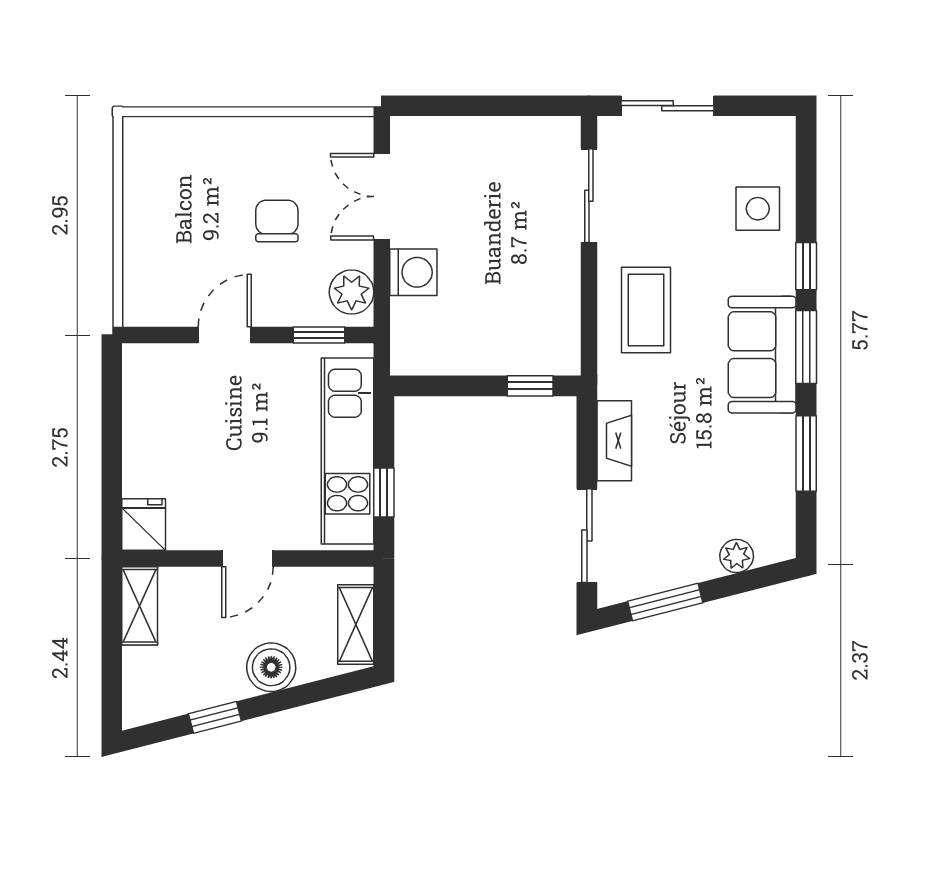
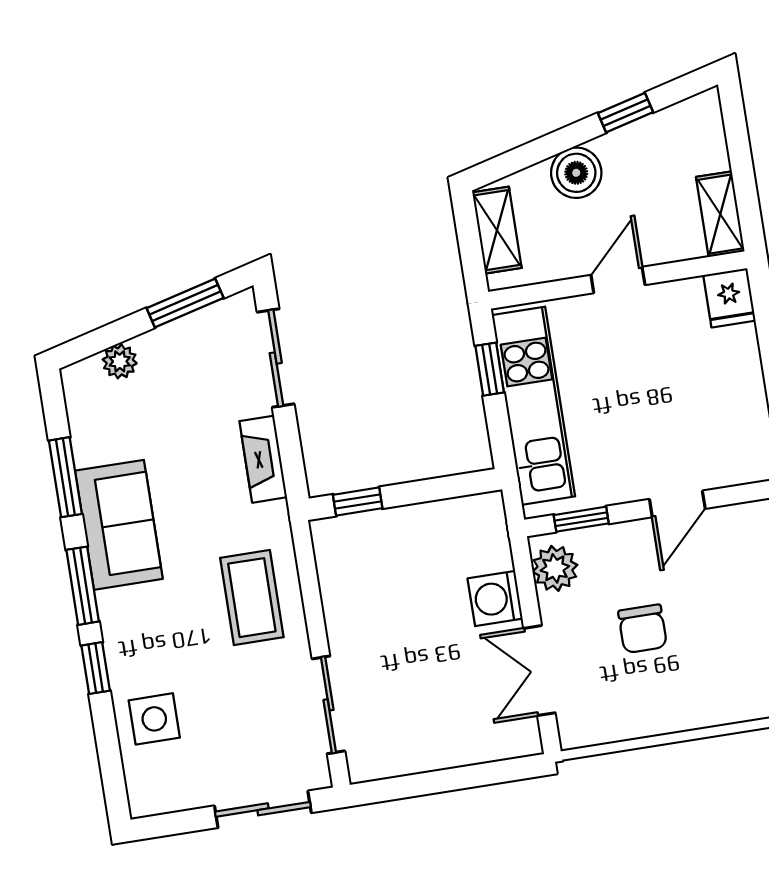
double door: (382, 197) -> (539, 671), swing flipped
sofa: (762, 355) -> (119, 525), moved

